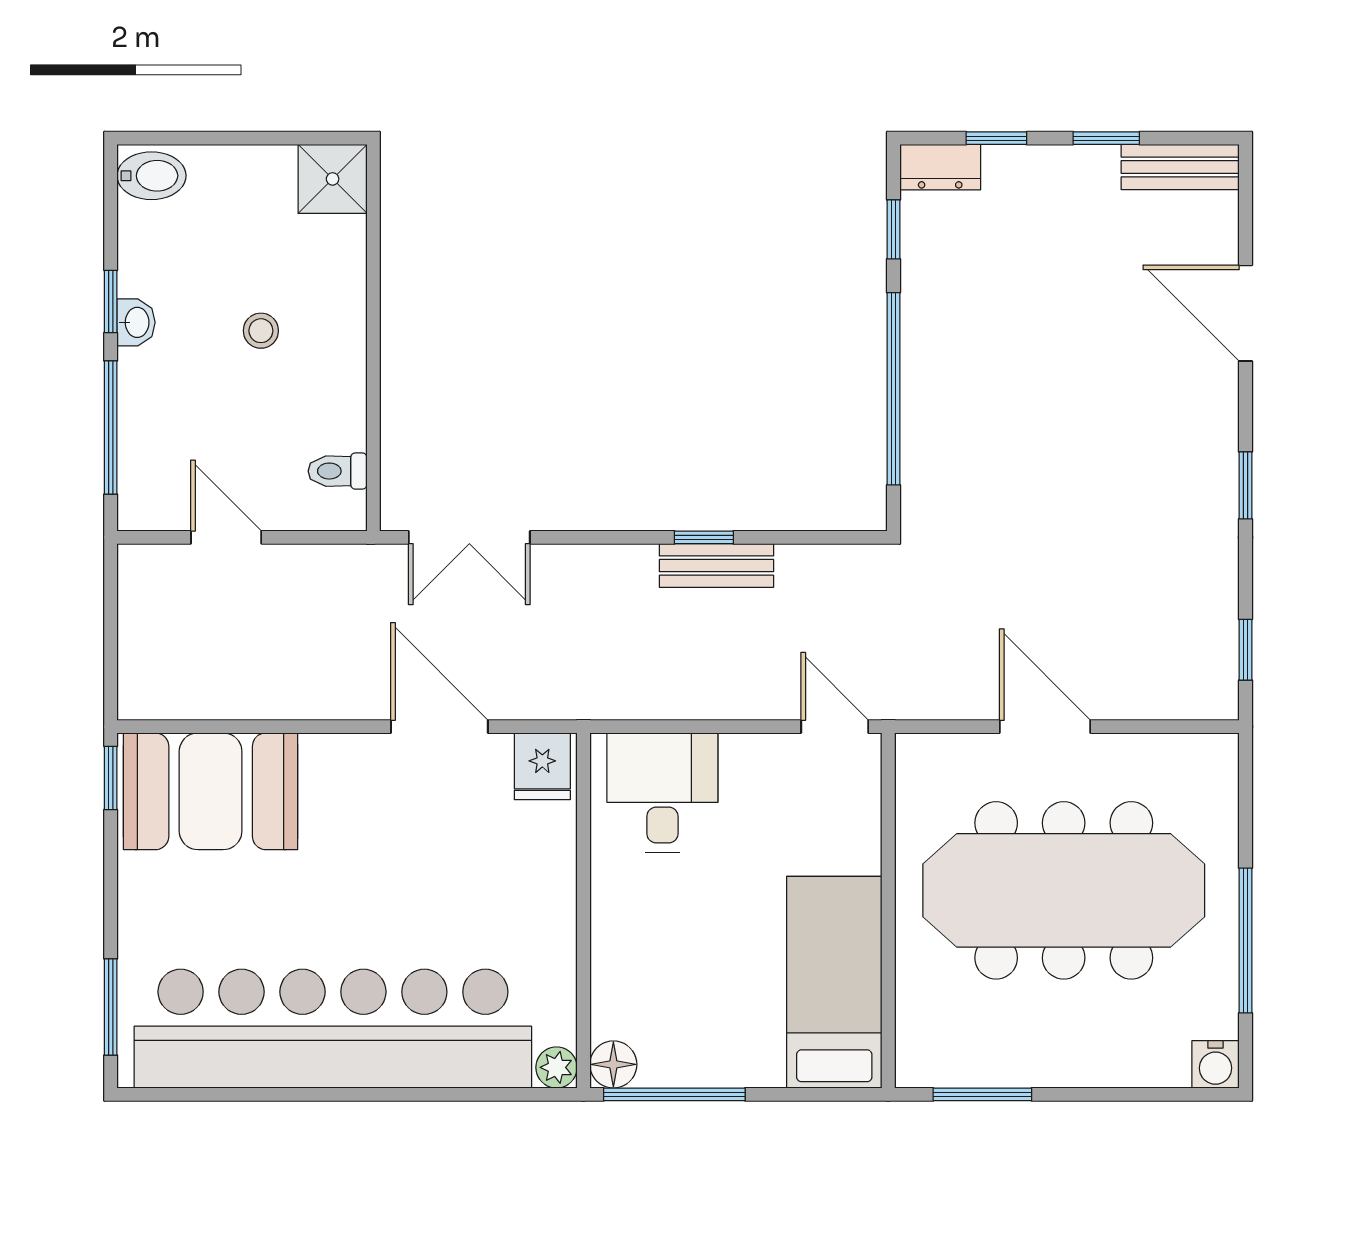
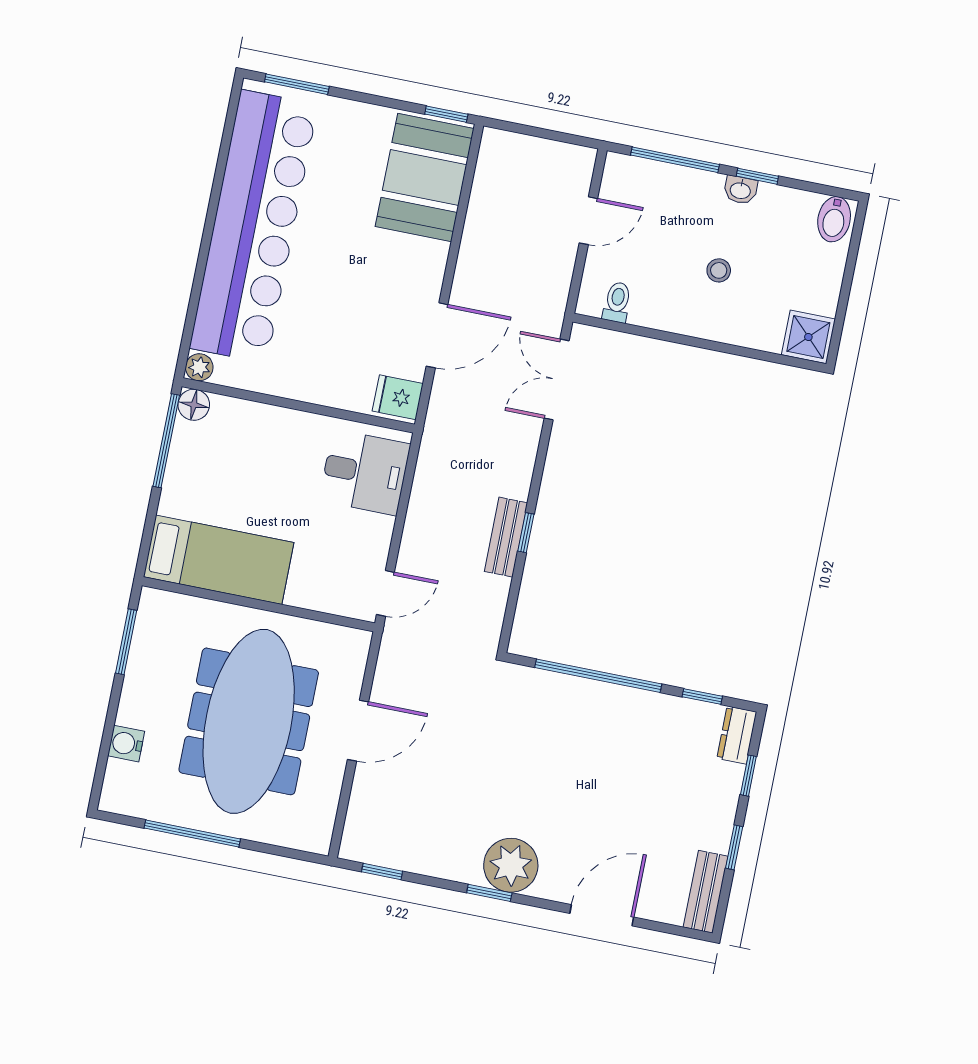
plant: (1198, 462) -> (511, 865), added
water cooler: (1215, 1064) -> (126, 744), moved

